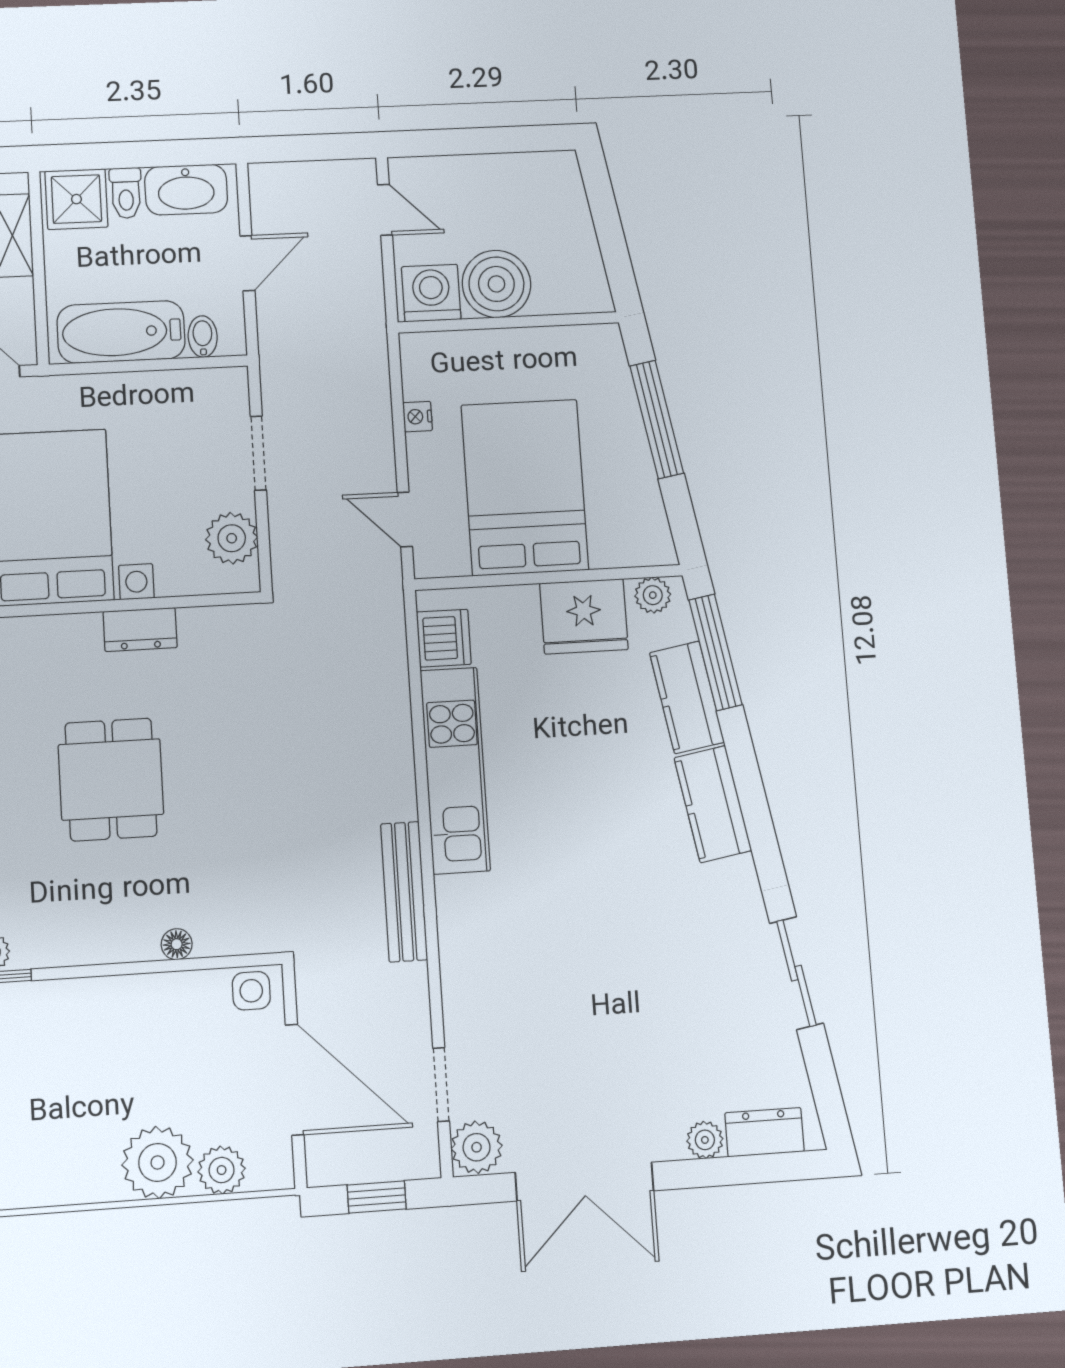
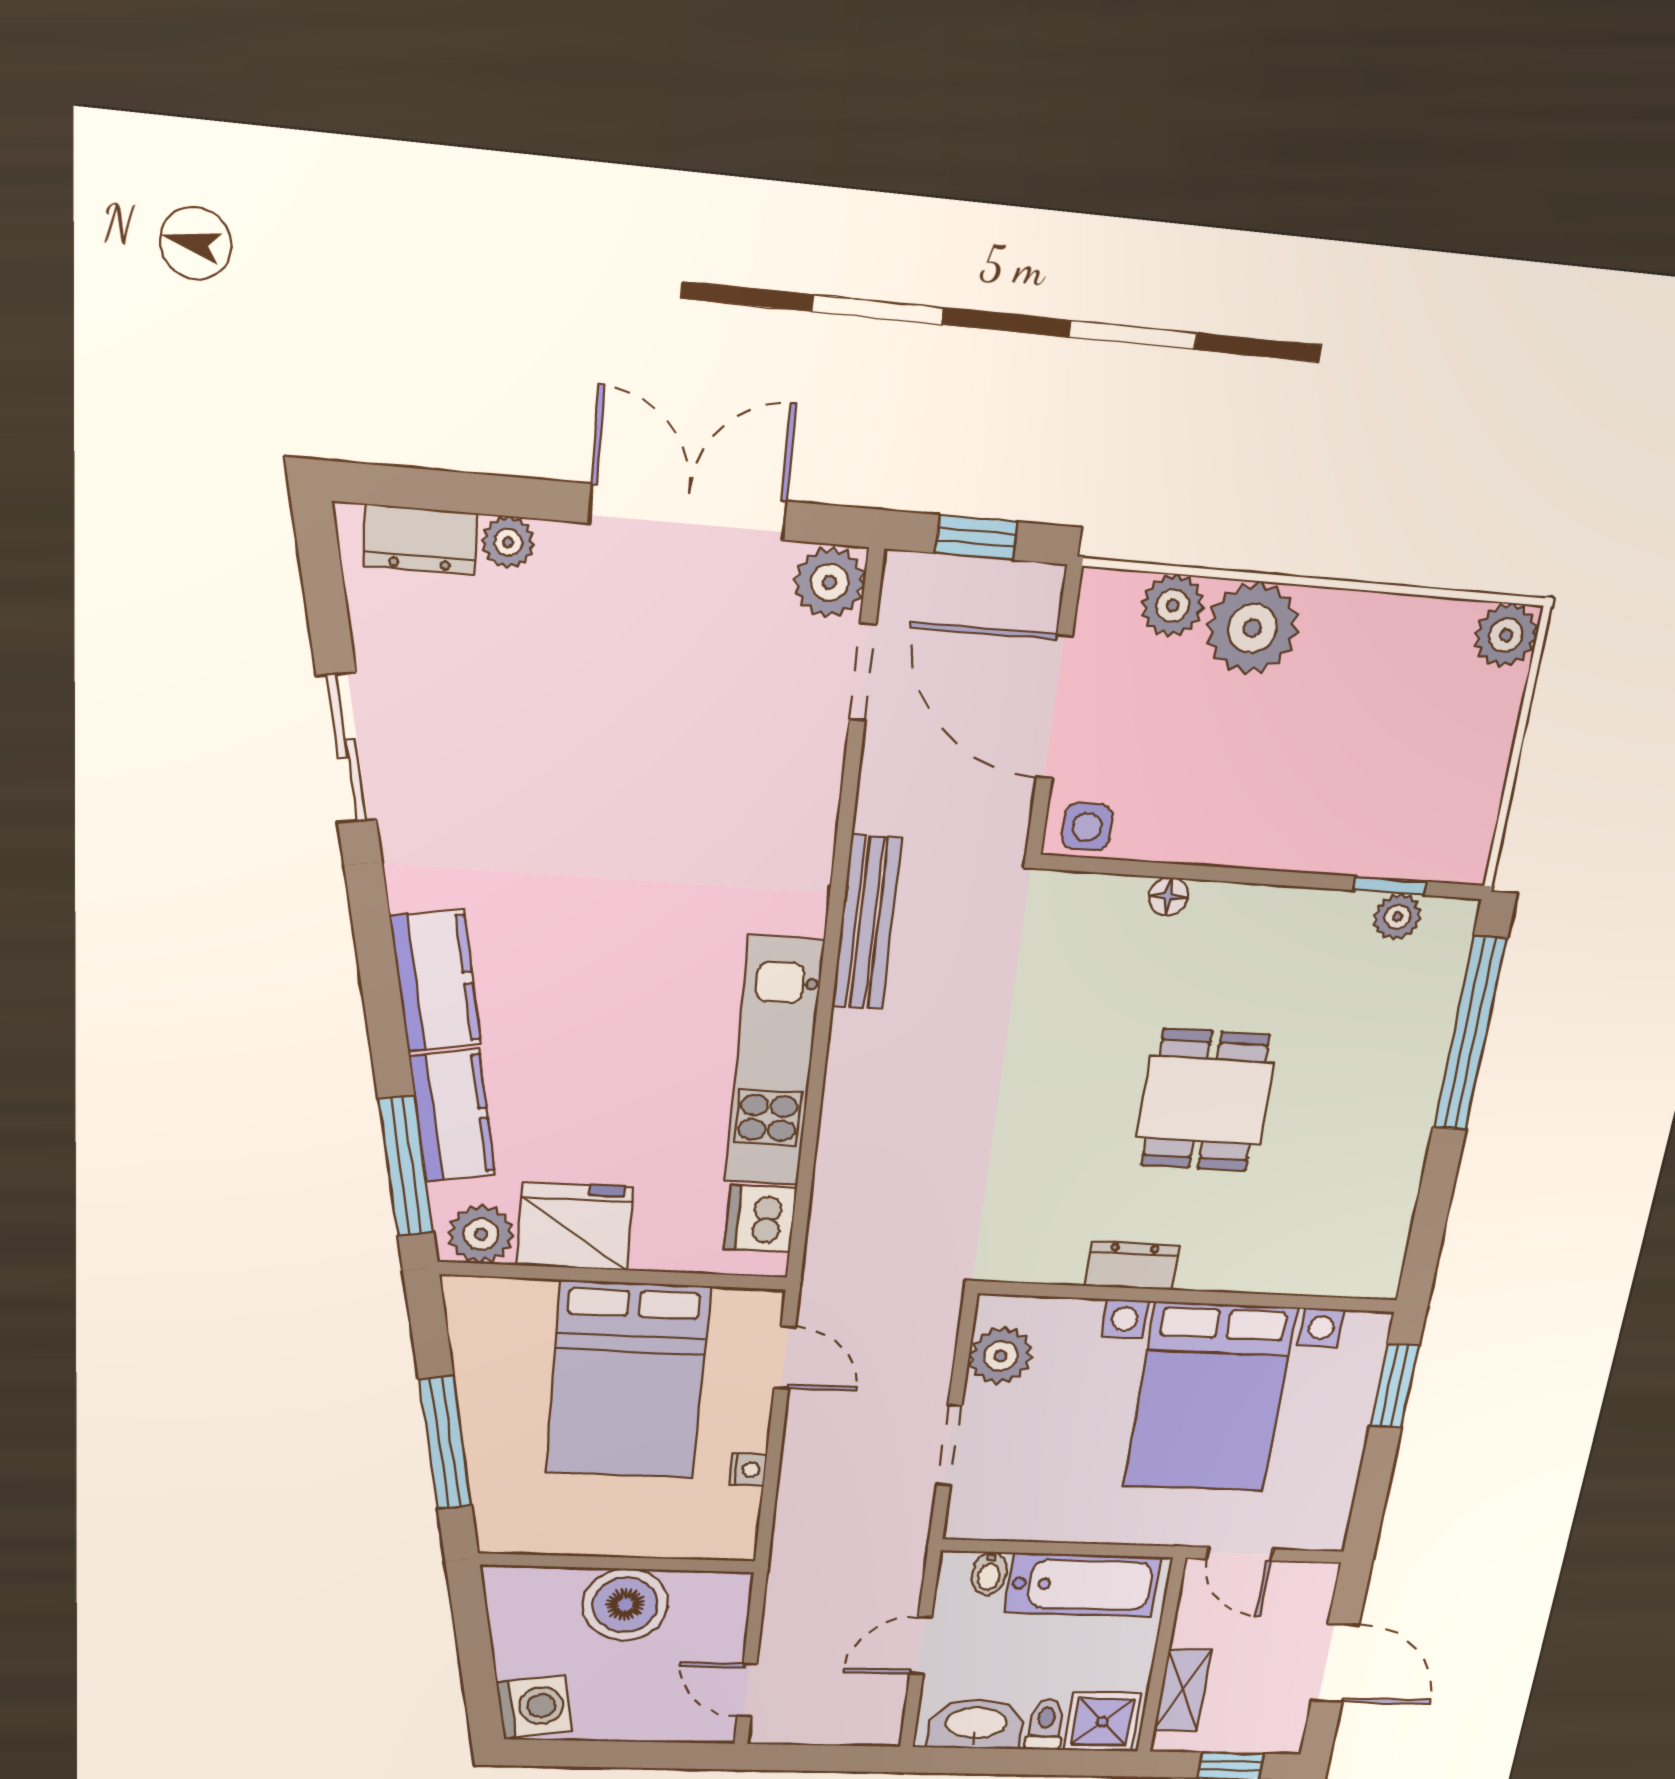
washing machine: (431, 293) -> (534, 1706), moved, turned -100
plant: (653, 595) -> (481, 1234), width x1.38, depth x1.38

